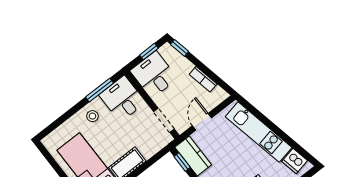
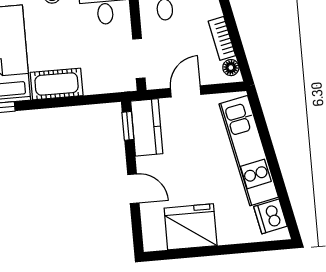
floor lamp: (219, 92) -> (231, 68), added

